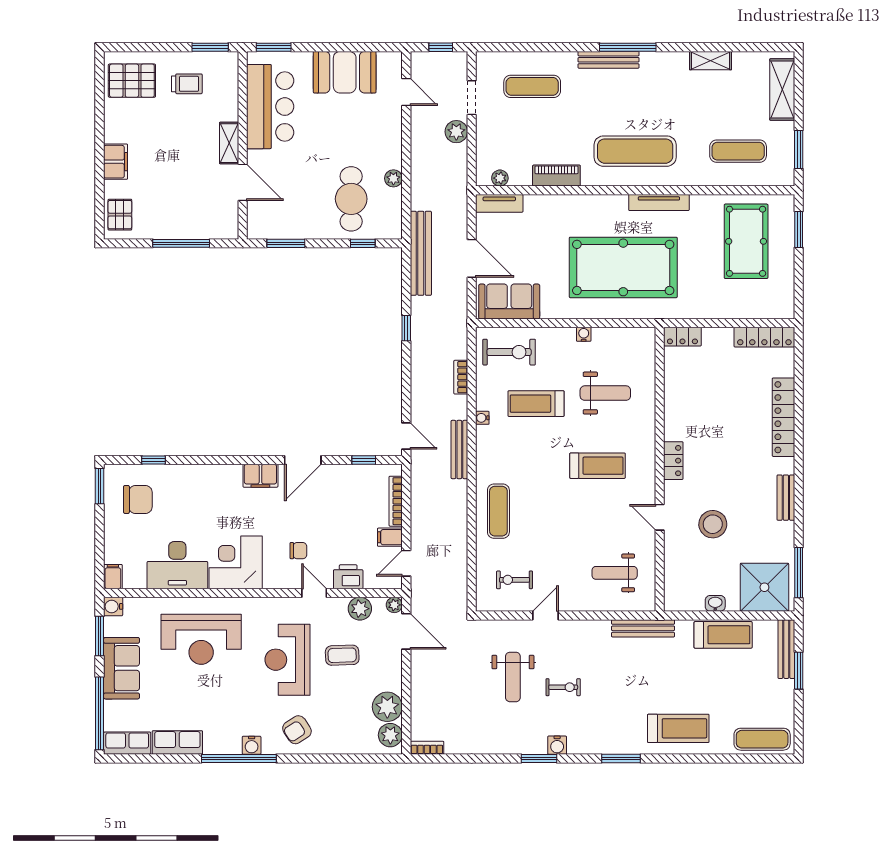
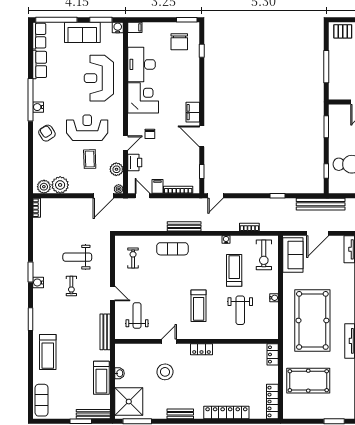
pool table: (746, 241) -> (308, 381), moved
bench: (459, 449) -> (184, 226), moved
door: (546, 615) -> (113, 294), moved

